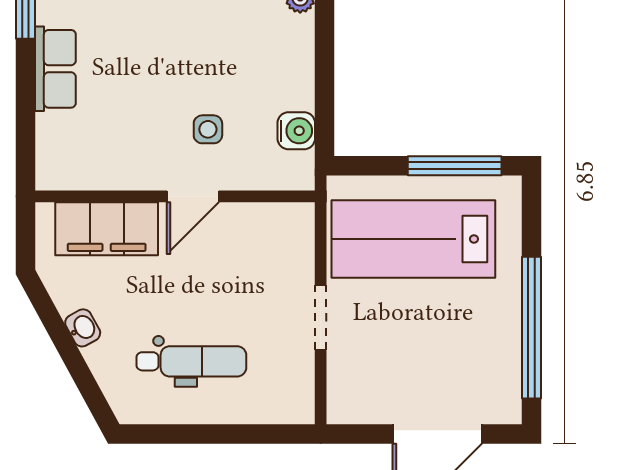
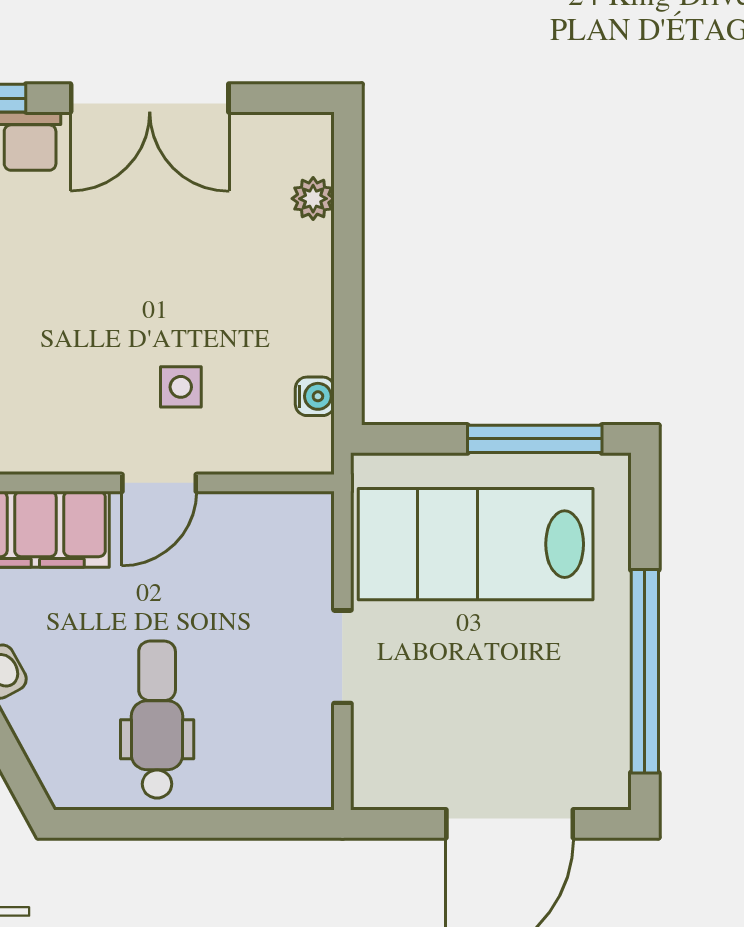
water cooler: (296, 131) -> (315, 396), width x0.72, depth x0.72
dental chair: (191, 361) -> (157, 720), turned -90

